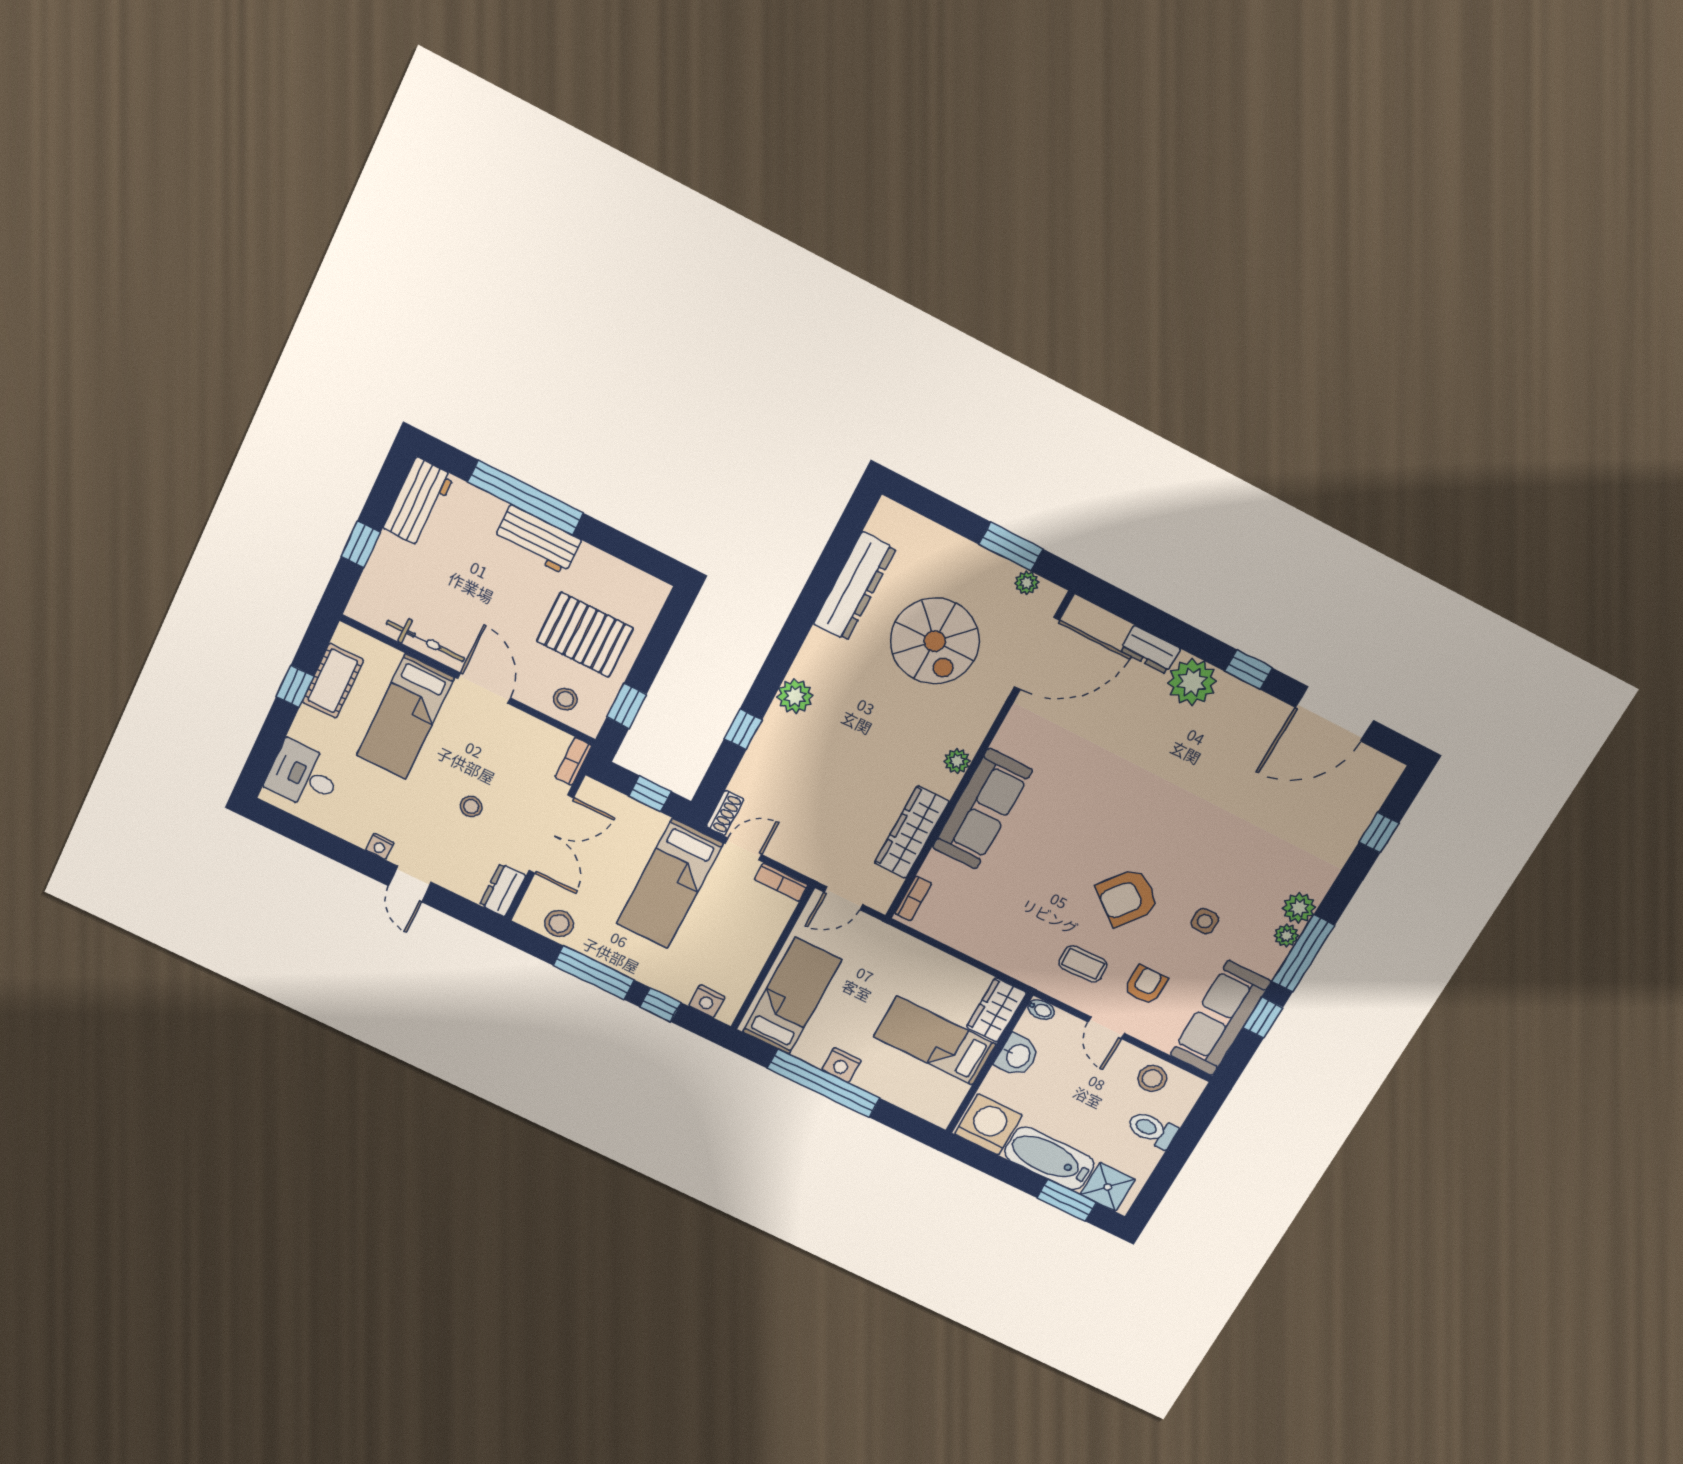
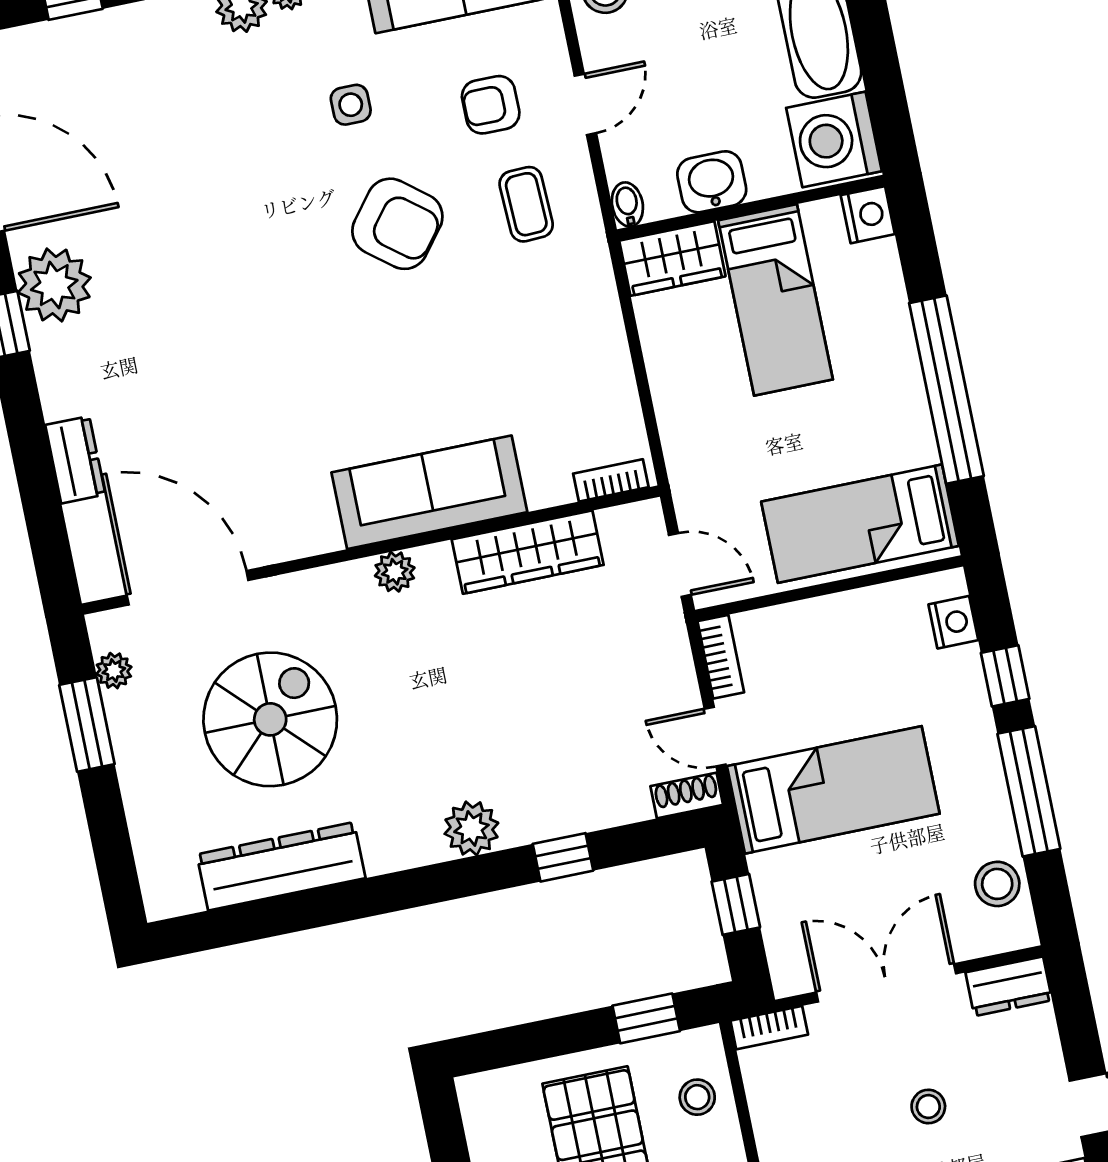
plant: (1192, 682) -> (54, 285), moved
nightstand: (842, 1065) -> (868, 215), moved

